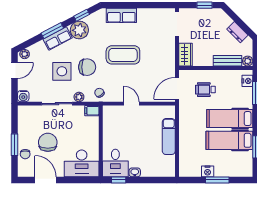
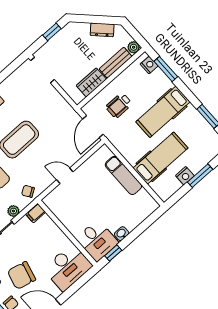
wardrobe: (185, 55) -> (91, 82), moved, turned -90
hospital bed: (229, 140) -> (160, 158), moved, turned 180
chair: (48, 142) -> (21, 275), turned -76

